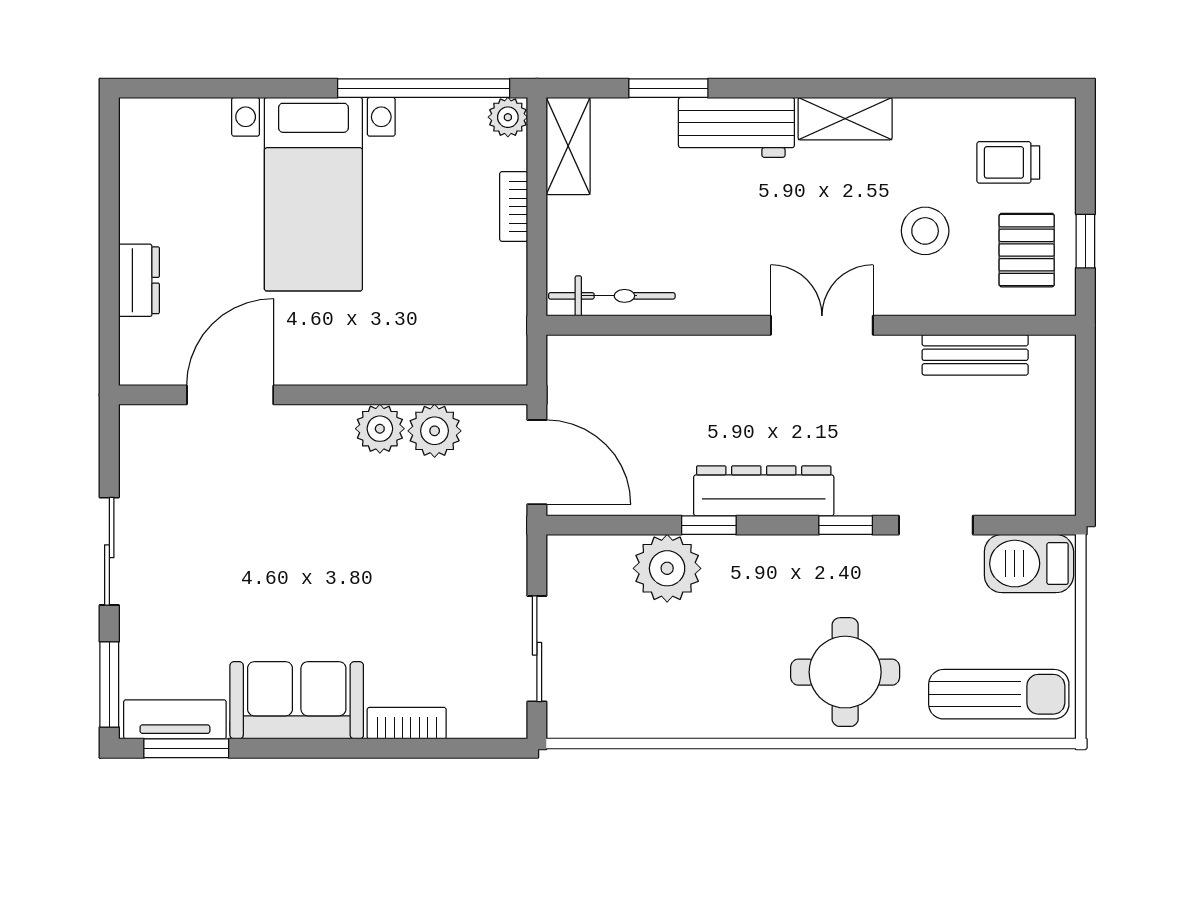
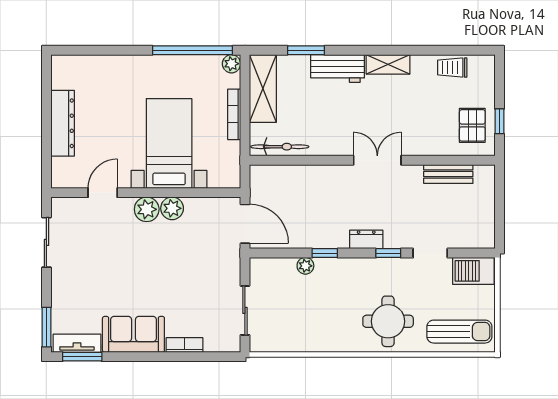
shelving: (568, 146) -> (263, 88), width x1.50, depth x1.33
trolley: (1008, 162) -> (452, 68), moved
bed with nightstands: (313, 194) -> (169, 143), moved, turned 180
bookcase: (514, 207) -> (234, 114), width x1.56
stool: (925, 231) -> (425, 117), removed
dresser: (139, 280) -> (63, 123), width x1.96, depth x1.24
door: (230, 395) -> (103, 193), width x0.73
plant: (435, 431) -> (147, 209), moved
dresser: (764, 491) -> (366, 239), width x0.51, depth x0.80
sliding door: (109, 551) -> (46, 242), moved
plant: (667, 568) -> (305, 266), width x0.53, depth x0.53

